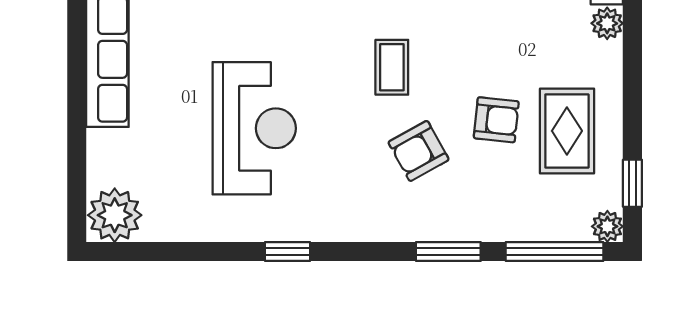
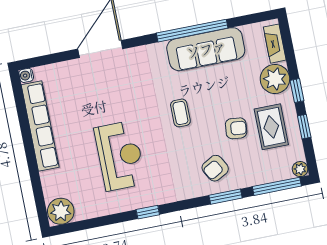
plant: (607, 23) -> (275, 79), width x1.88, depth x1.88
window: (632, 69) -> (297, 91), added
armchair: (419, 151) -> (215, 168), moved
window: (632, 183) -> (304, 127), moved

